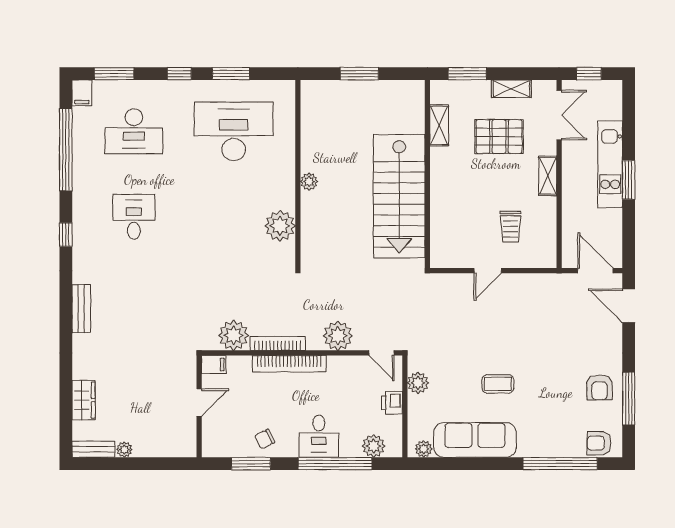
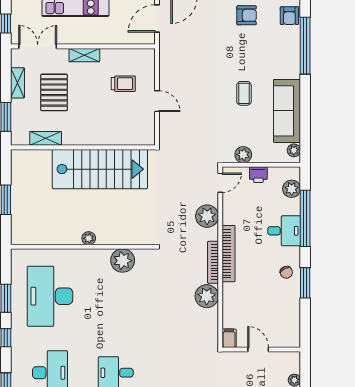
filing cabinet: (214, 364) -> (229, 338), moved
door: (199, 402) -> (258, 349), moved
wall: (199, 406) -> (261, 349), moved

